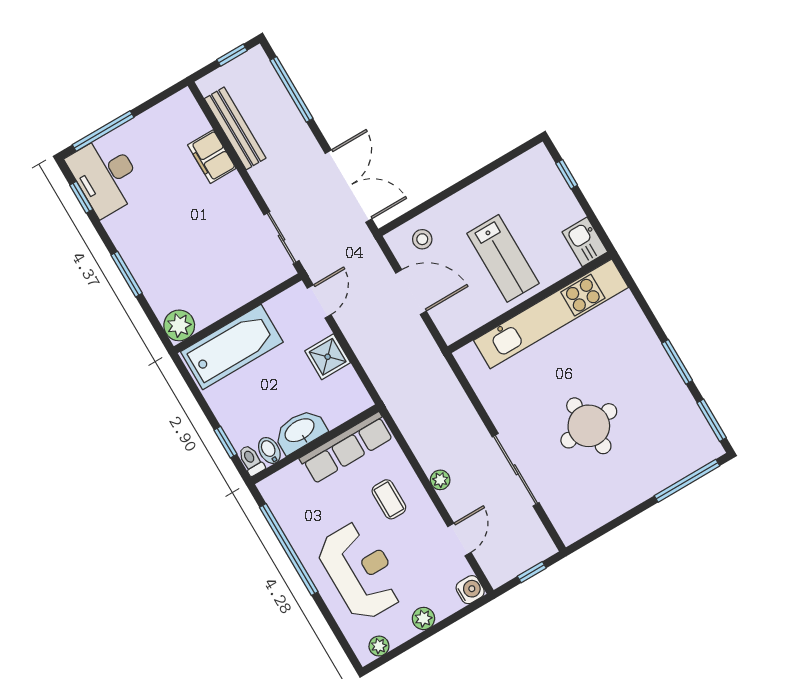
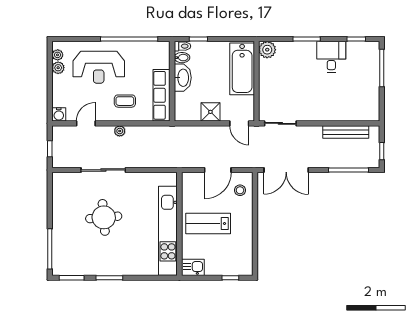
filing cabinet: (212, 157) -> (339, 113), removed
desk: (106, 176) -> (331, 57), moved, width x0.73
door: (459, 539) -> (86, 123), swing flipped
plant: (423, 618) -> (58, 68), moved

